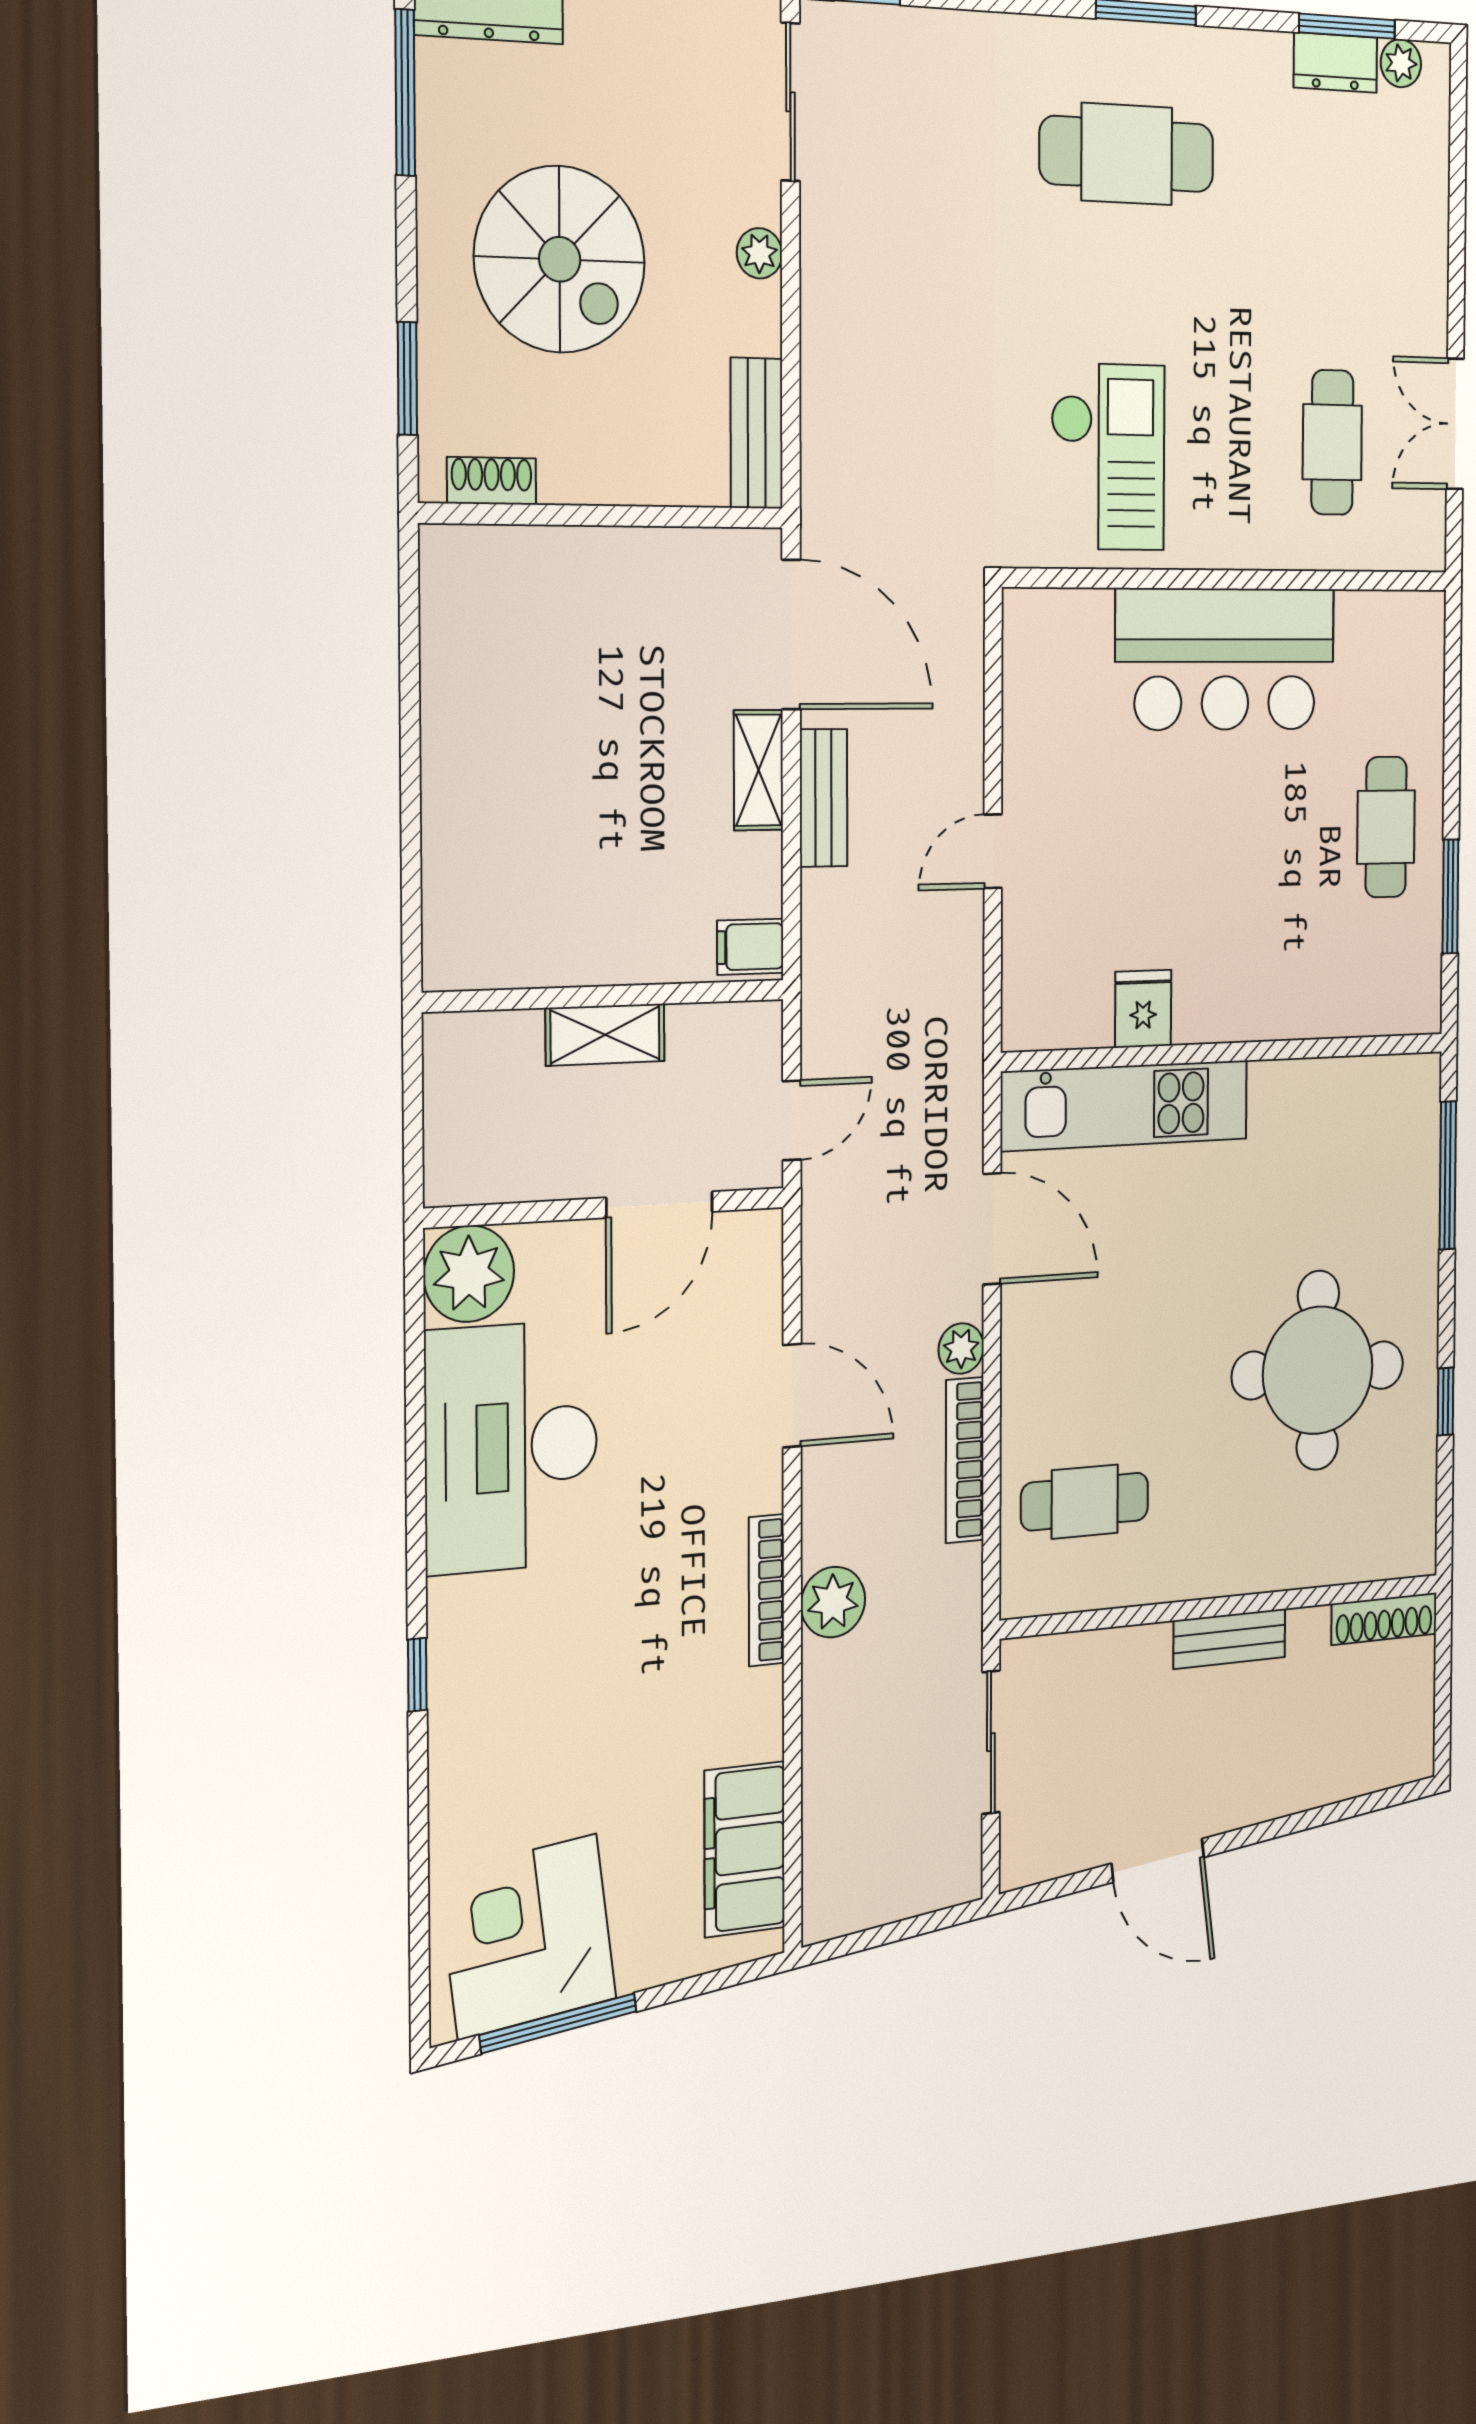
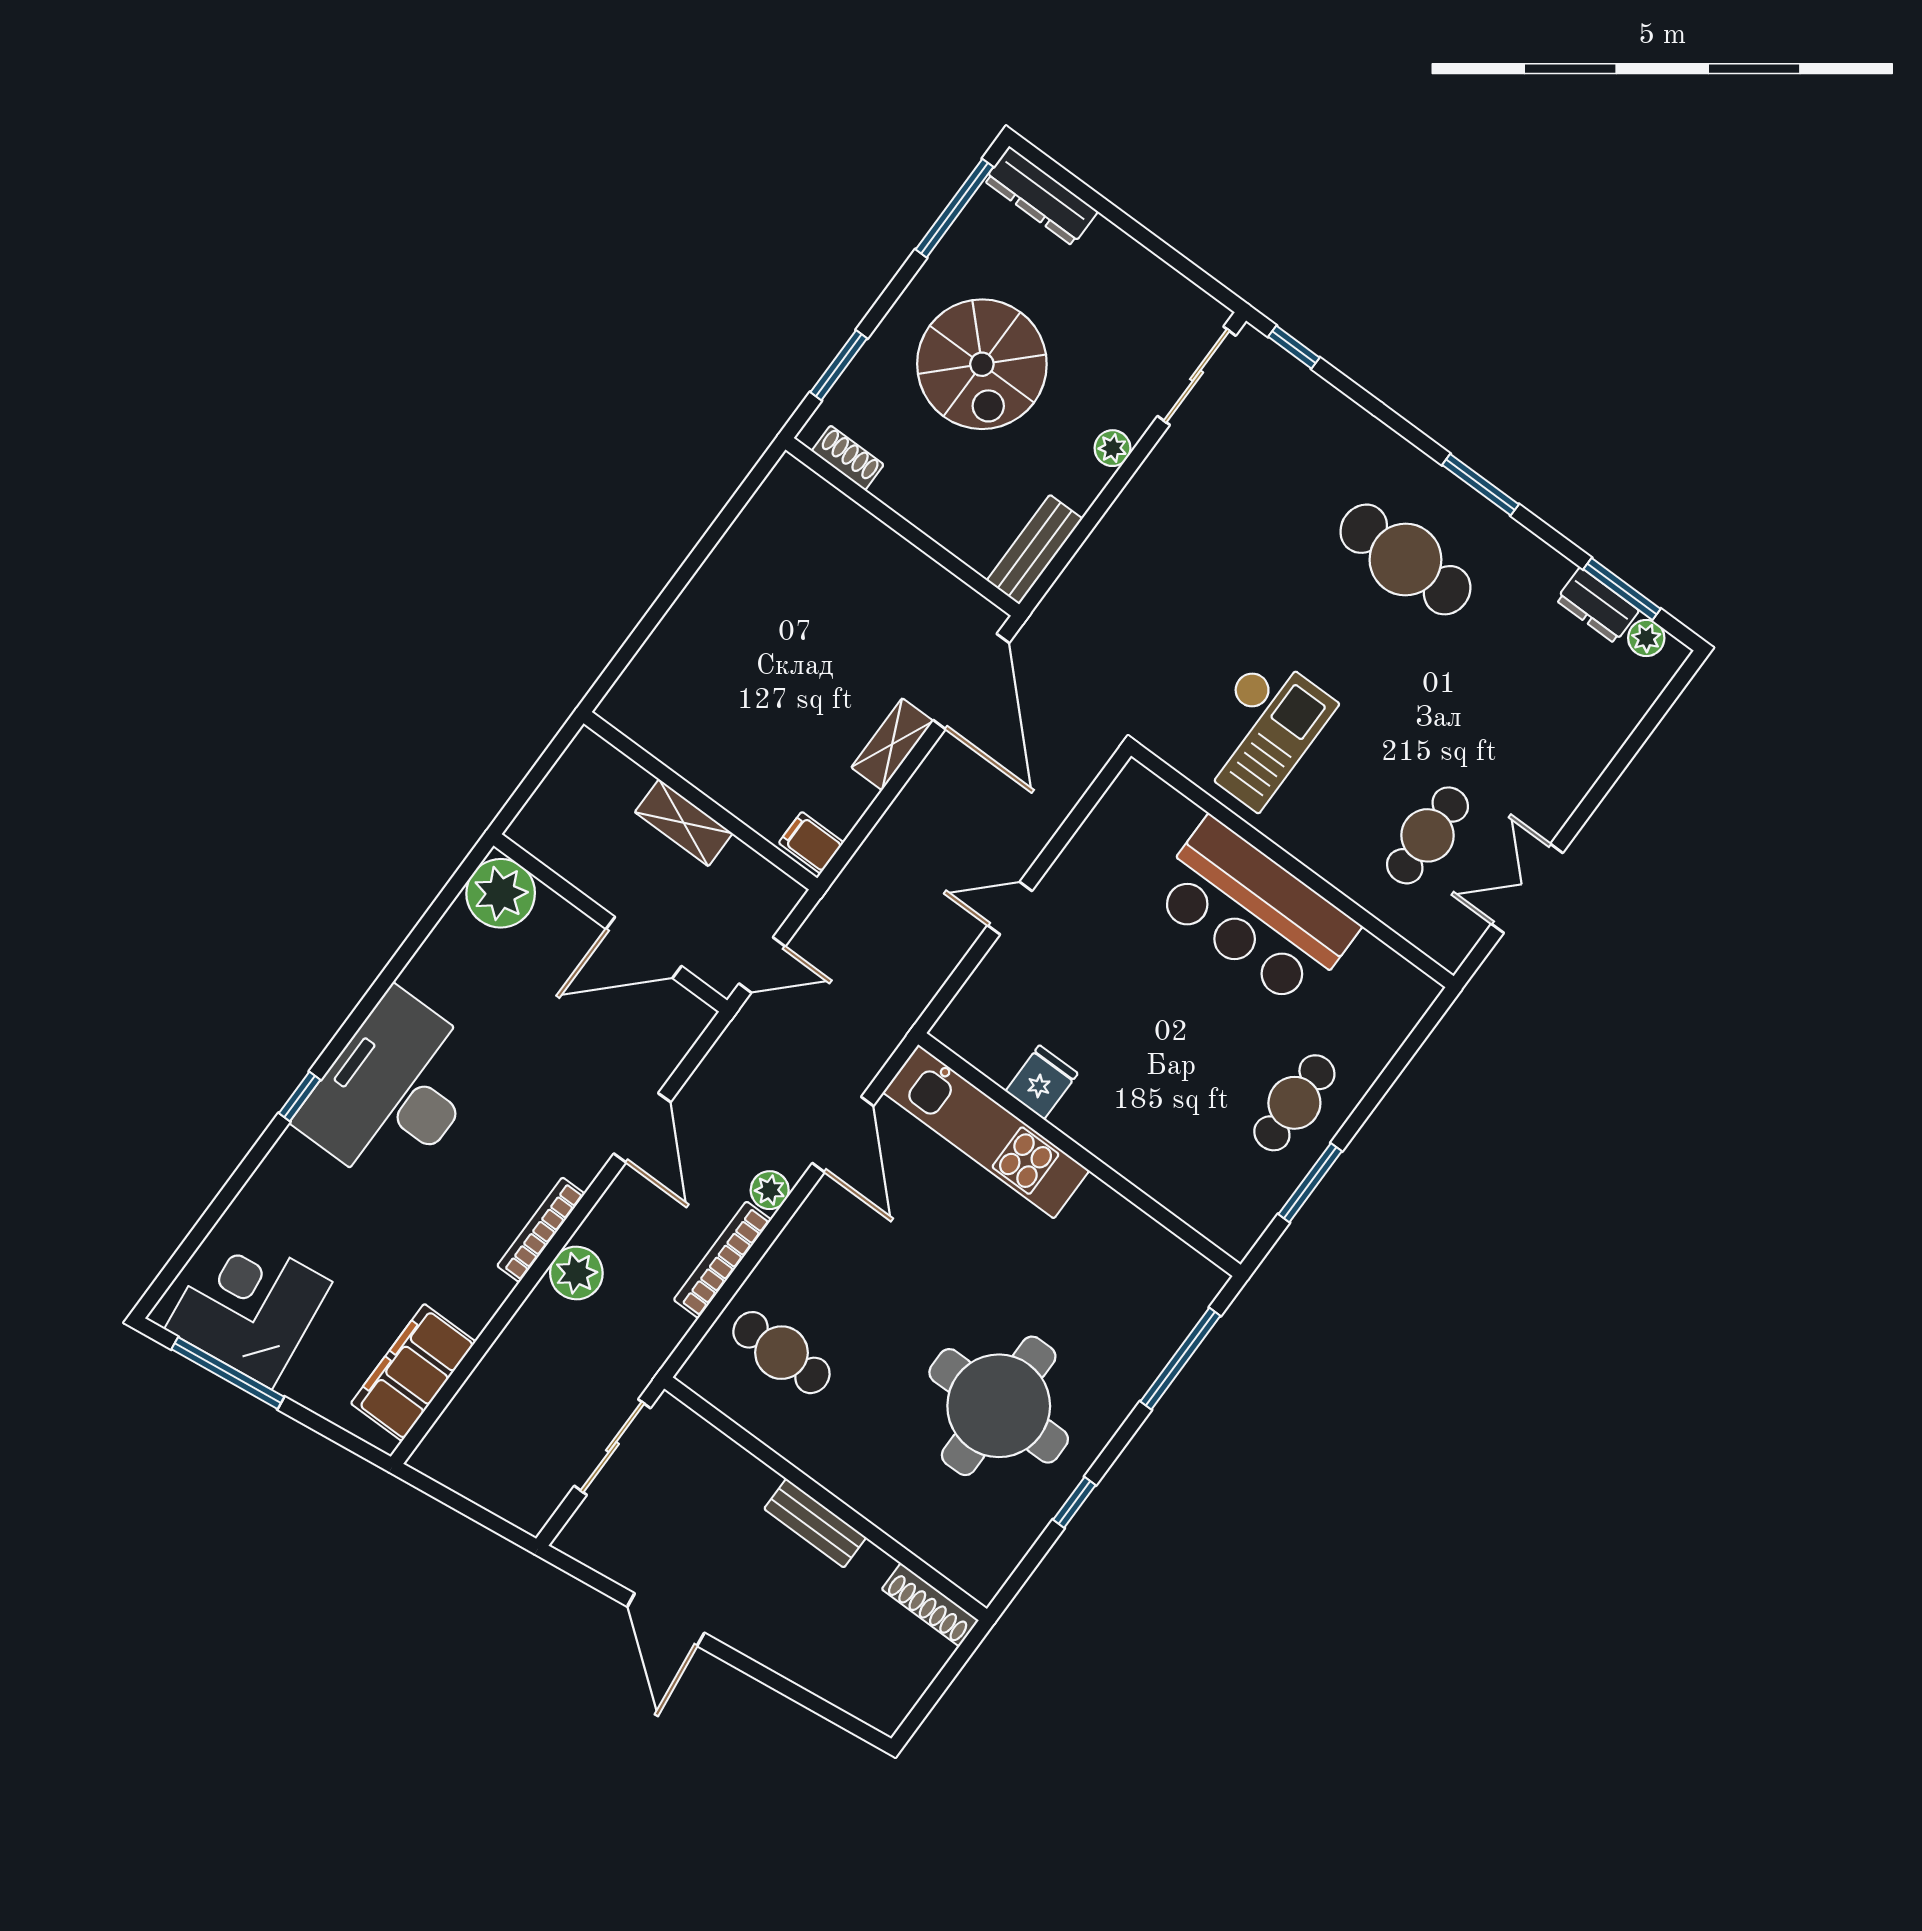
bench: (824, 798) -> (922, 792), removed
desk: (511, 1447) -> (394, 1091), moved

